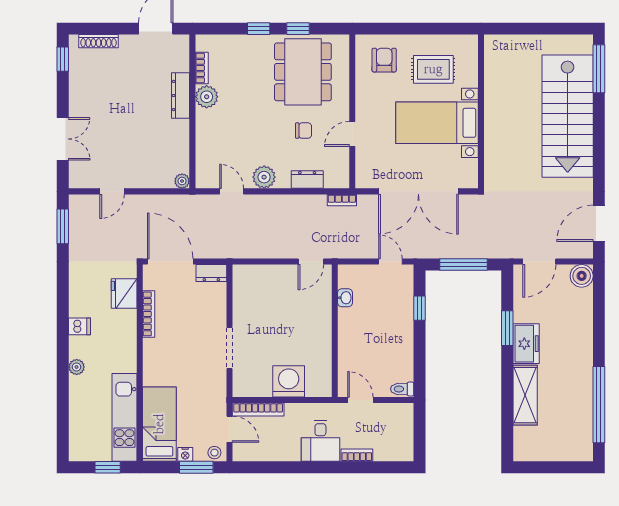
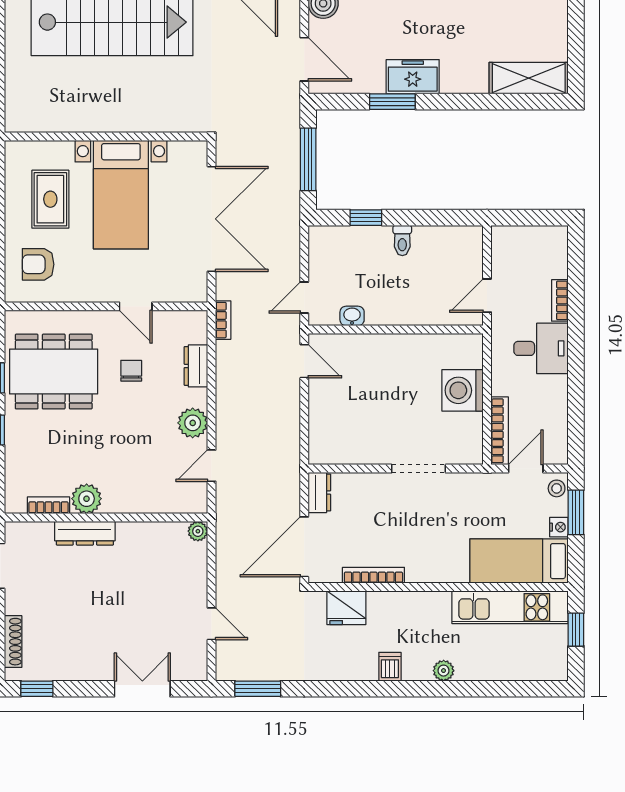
door: (390, 262) -> (304, 298), moved
toilet: (402, 389) -> (402, 240), moved
shelving: (525, 395) -> (529, 78), moved

